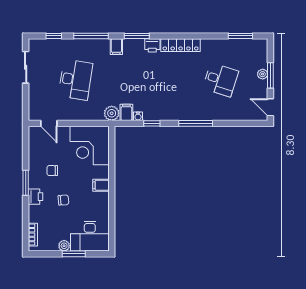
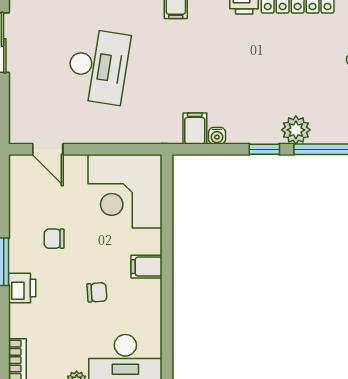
plant: (112, 113) -> (296, 130), moved
window: (152, 123) -> (264, 149), moved
chair: (63, 200) -> (97, 292), moved

